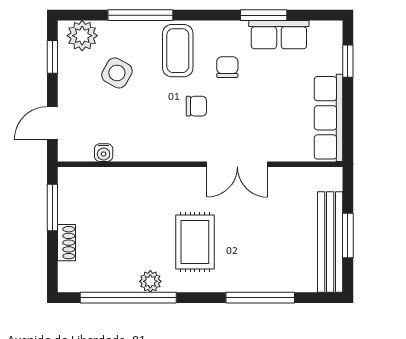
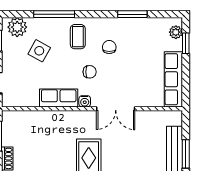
row of seats: (279, 35) -> (59, 98), moved, turned 180
plant: (332, 44) -> (176, 32), added
coffee table: (178, 51) -> (78, 37), width x0.73, depth x0.77
water cooler: (104, 153) -> (85, 101), moved

